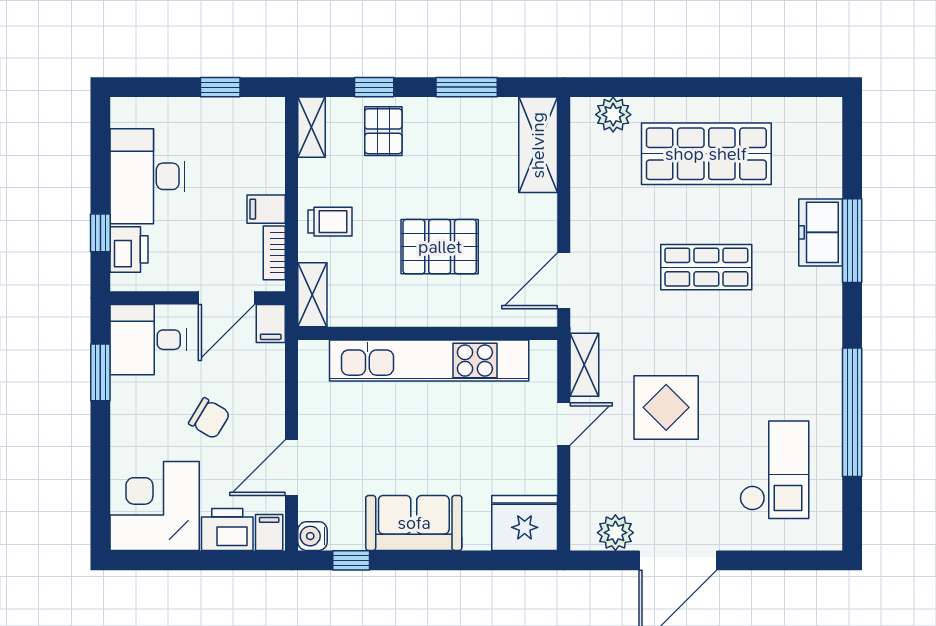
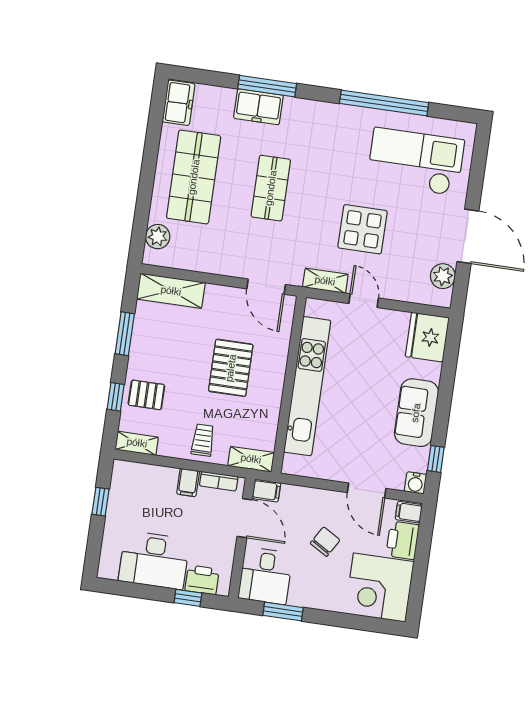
freezer: (810, 117) -> (179, 103), added
checkout: (774, 470) -> (416, 162), width x1.36, depth x1.21

